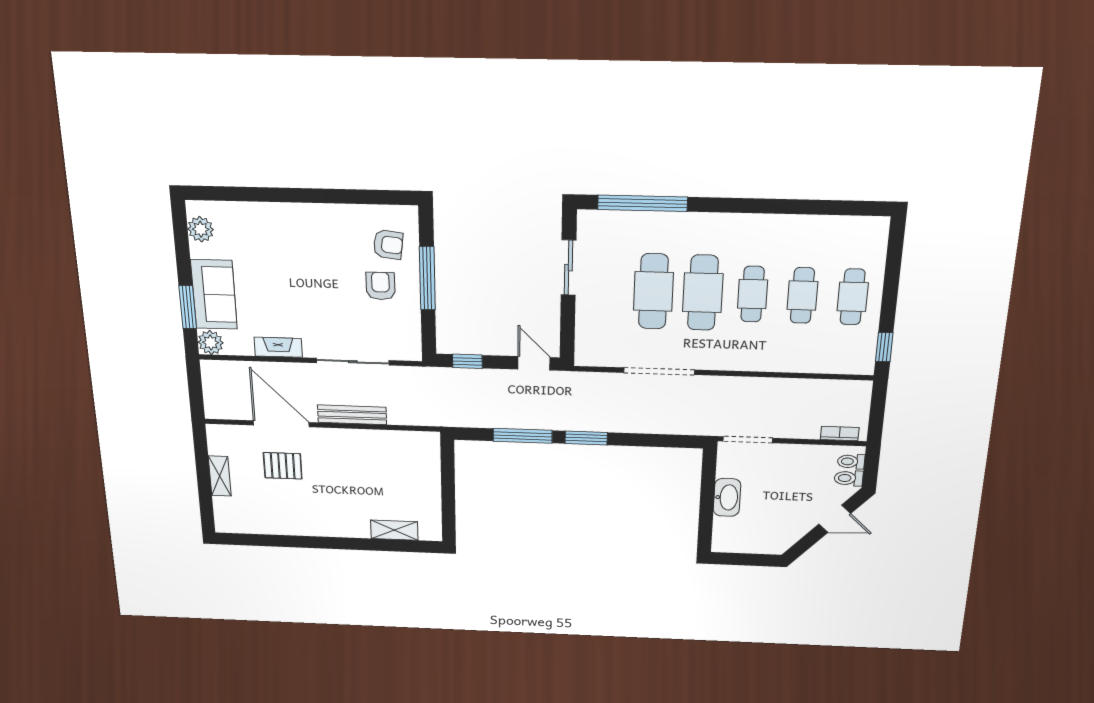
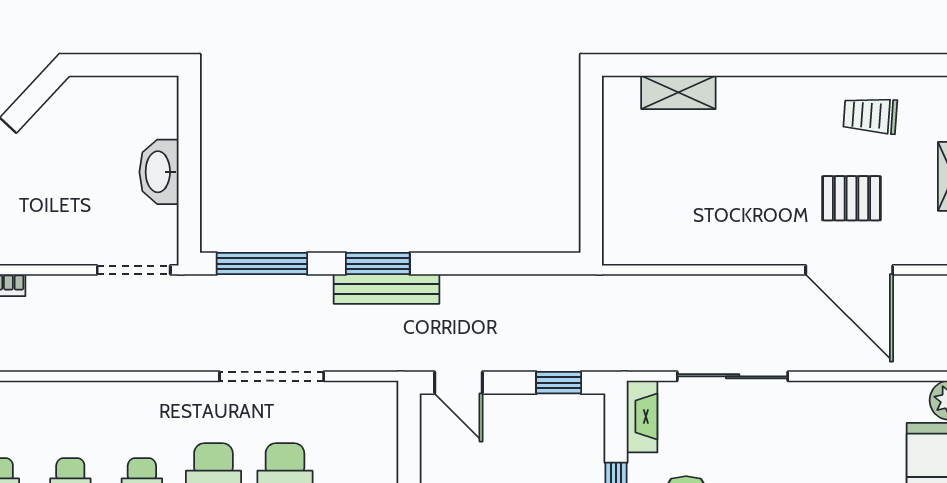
fireplace: (278, 347) -> (642, 416), moved, turned -90
bench: (352, 415) -> (386, 289), moved
window: (523, 436) -> (262, 264), moved
trolley: (274, 513) -> (870, 115), added

